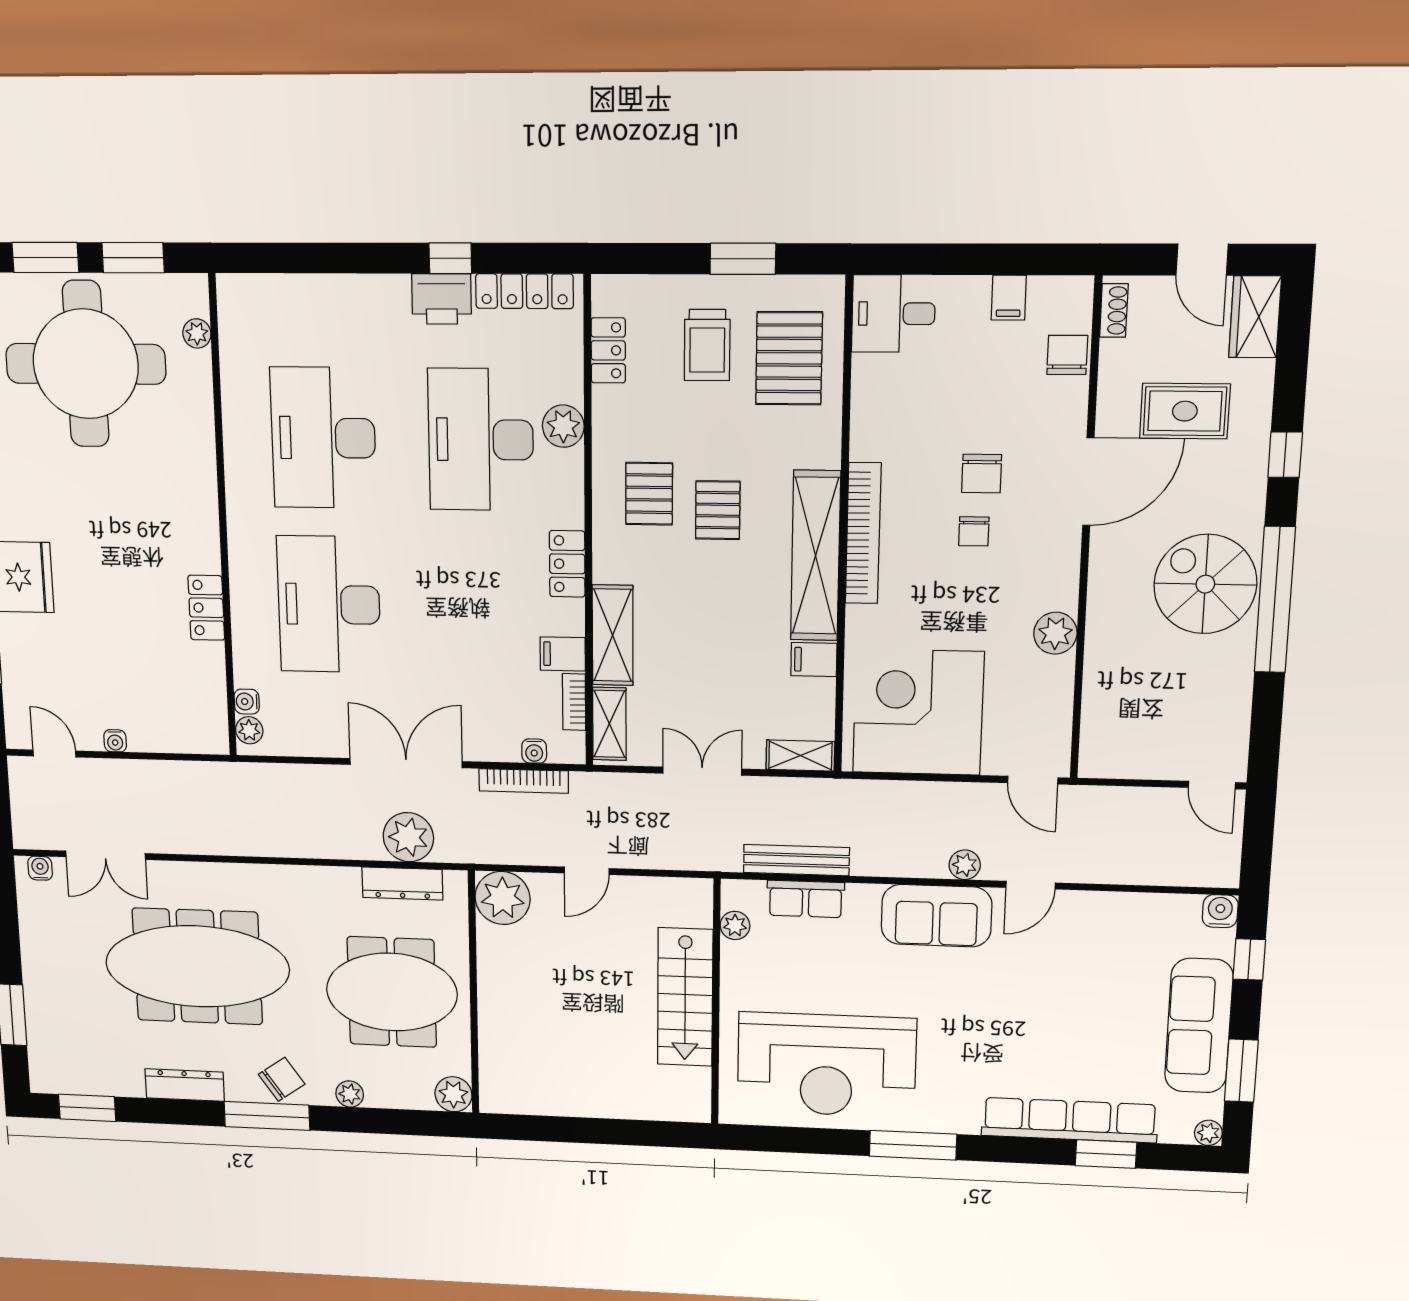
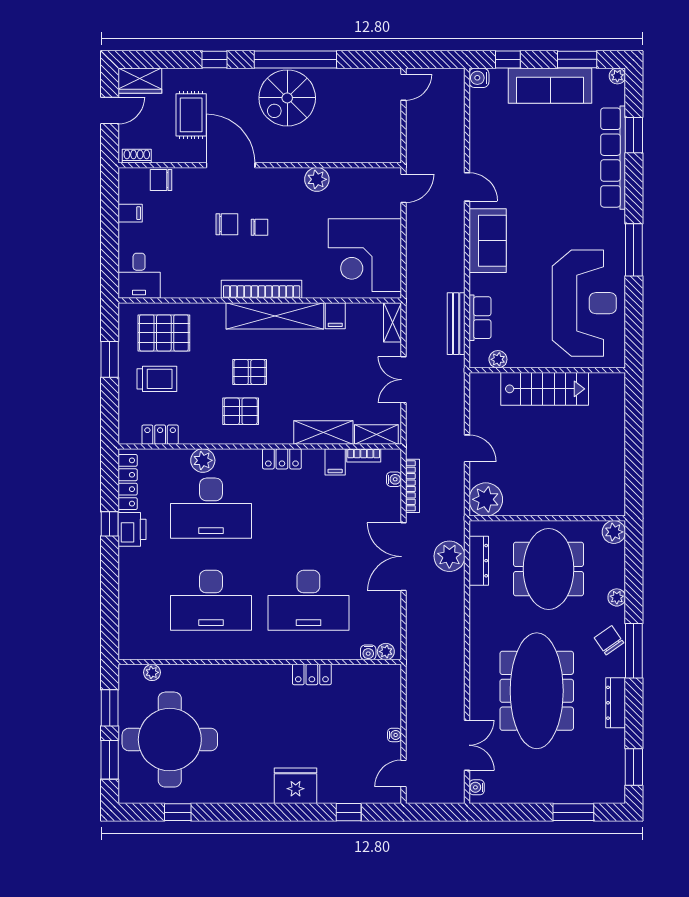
plant: (965, 865) -> (456, 225), removed

